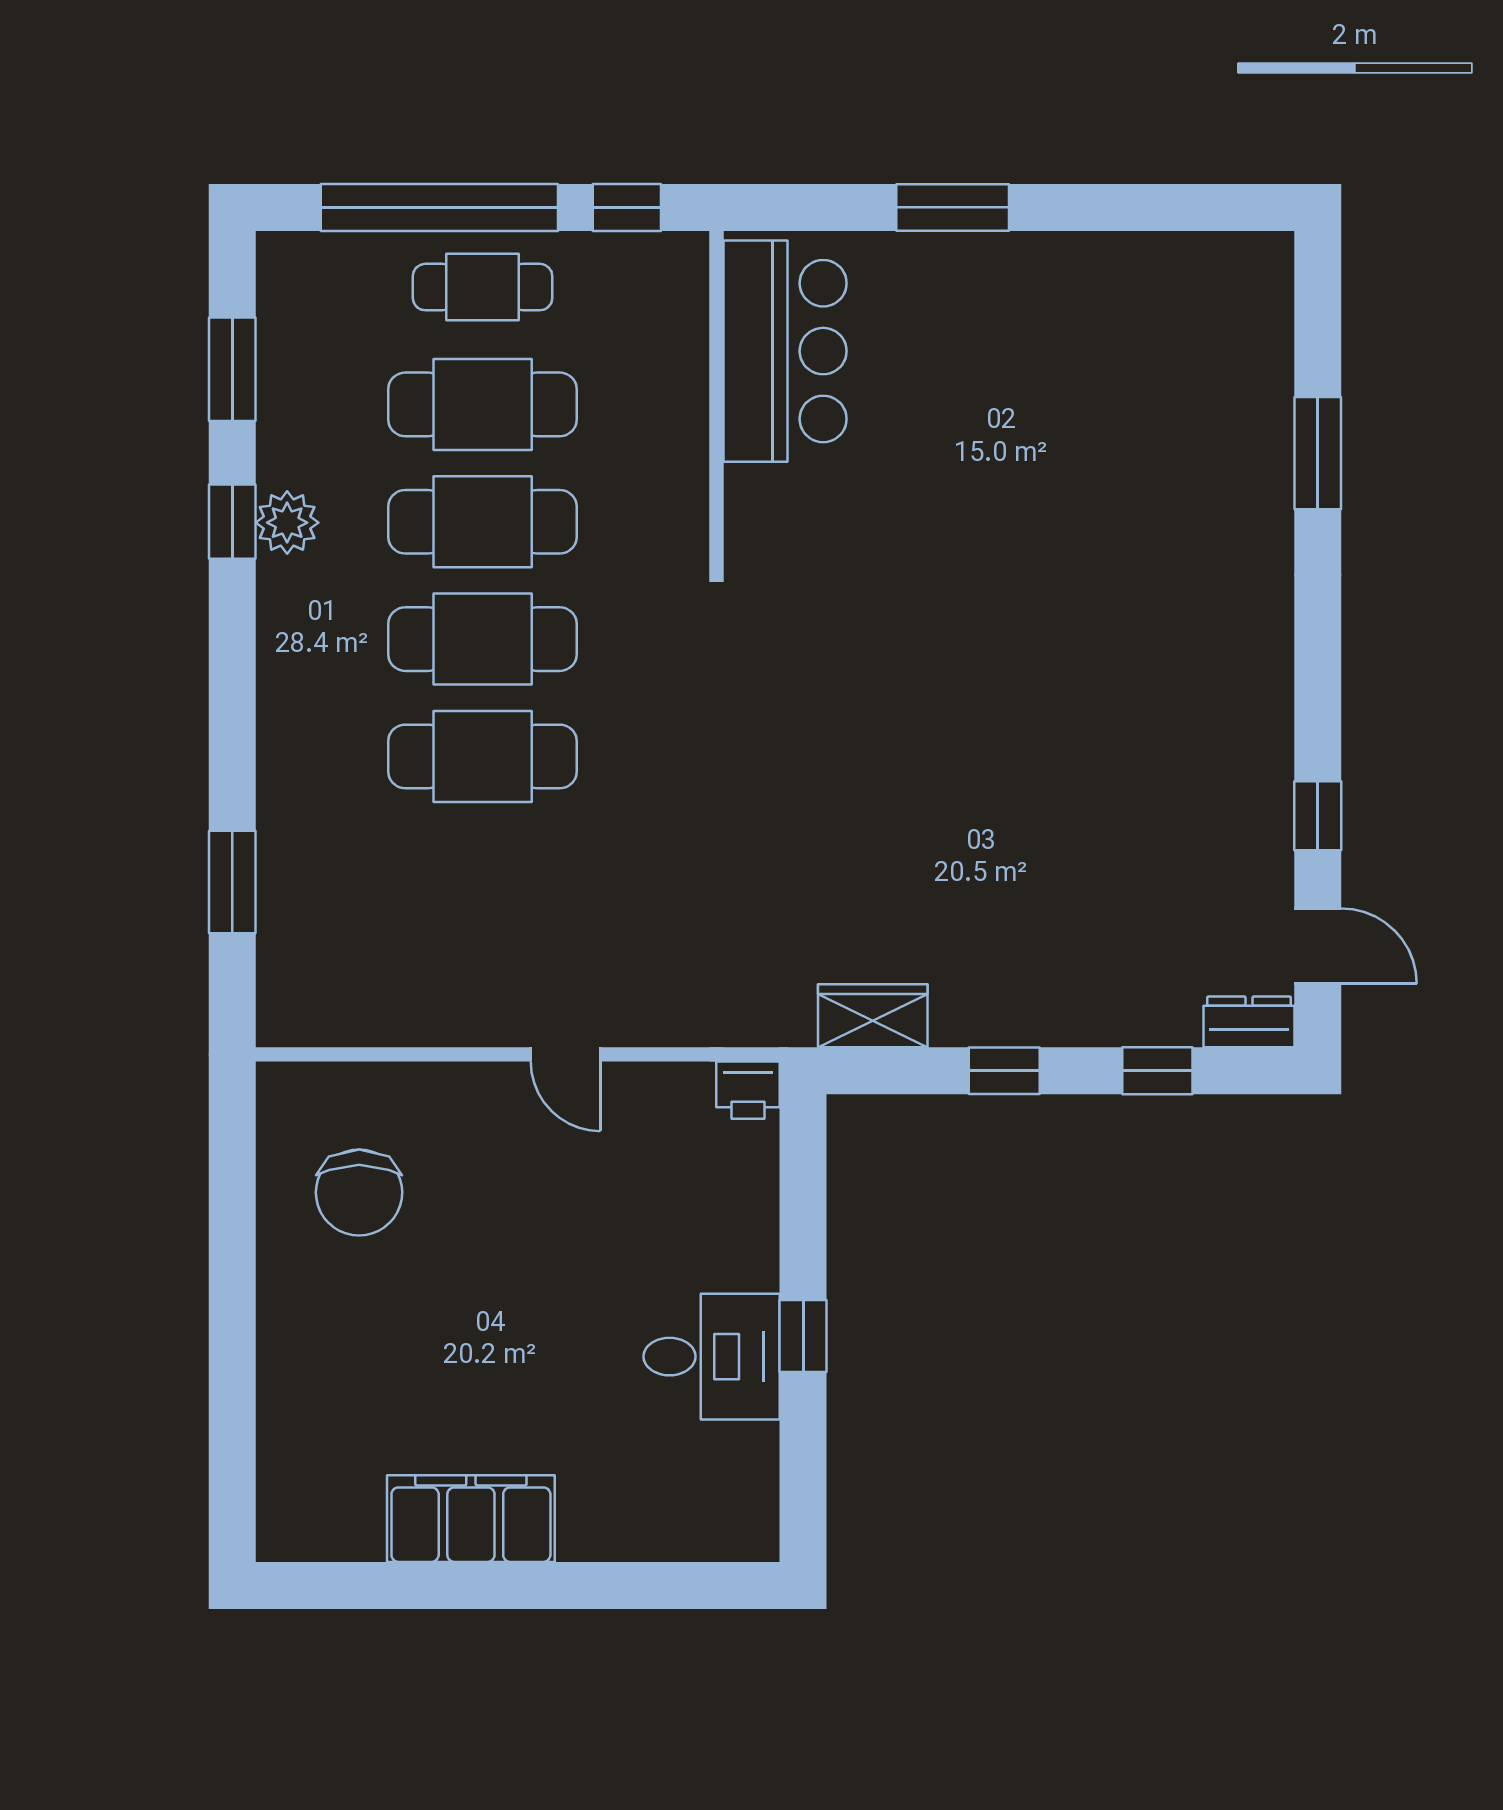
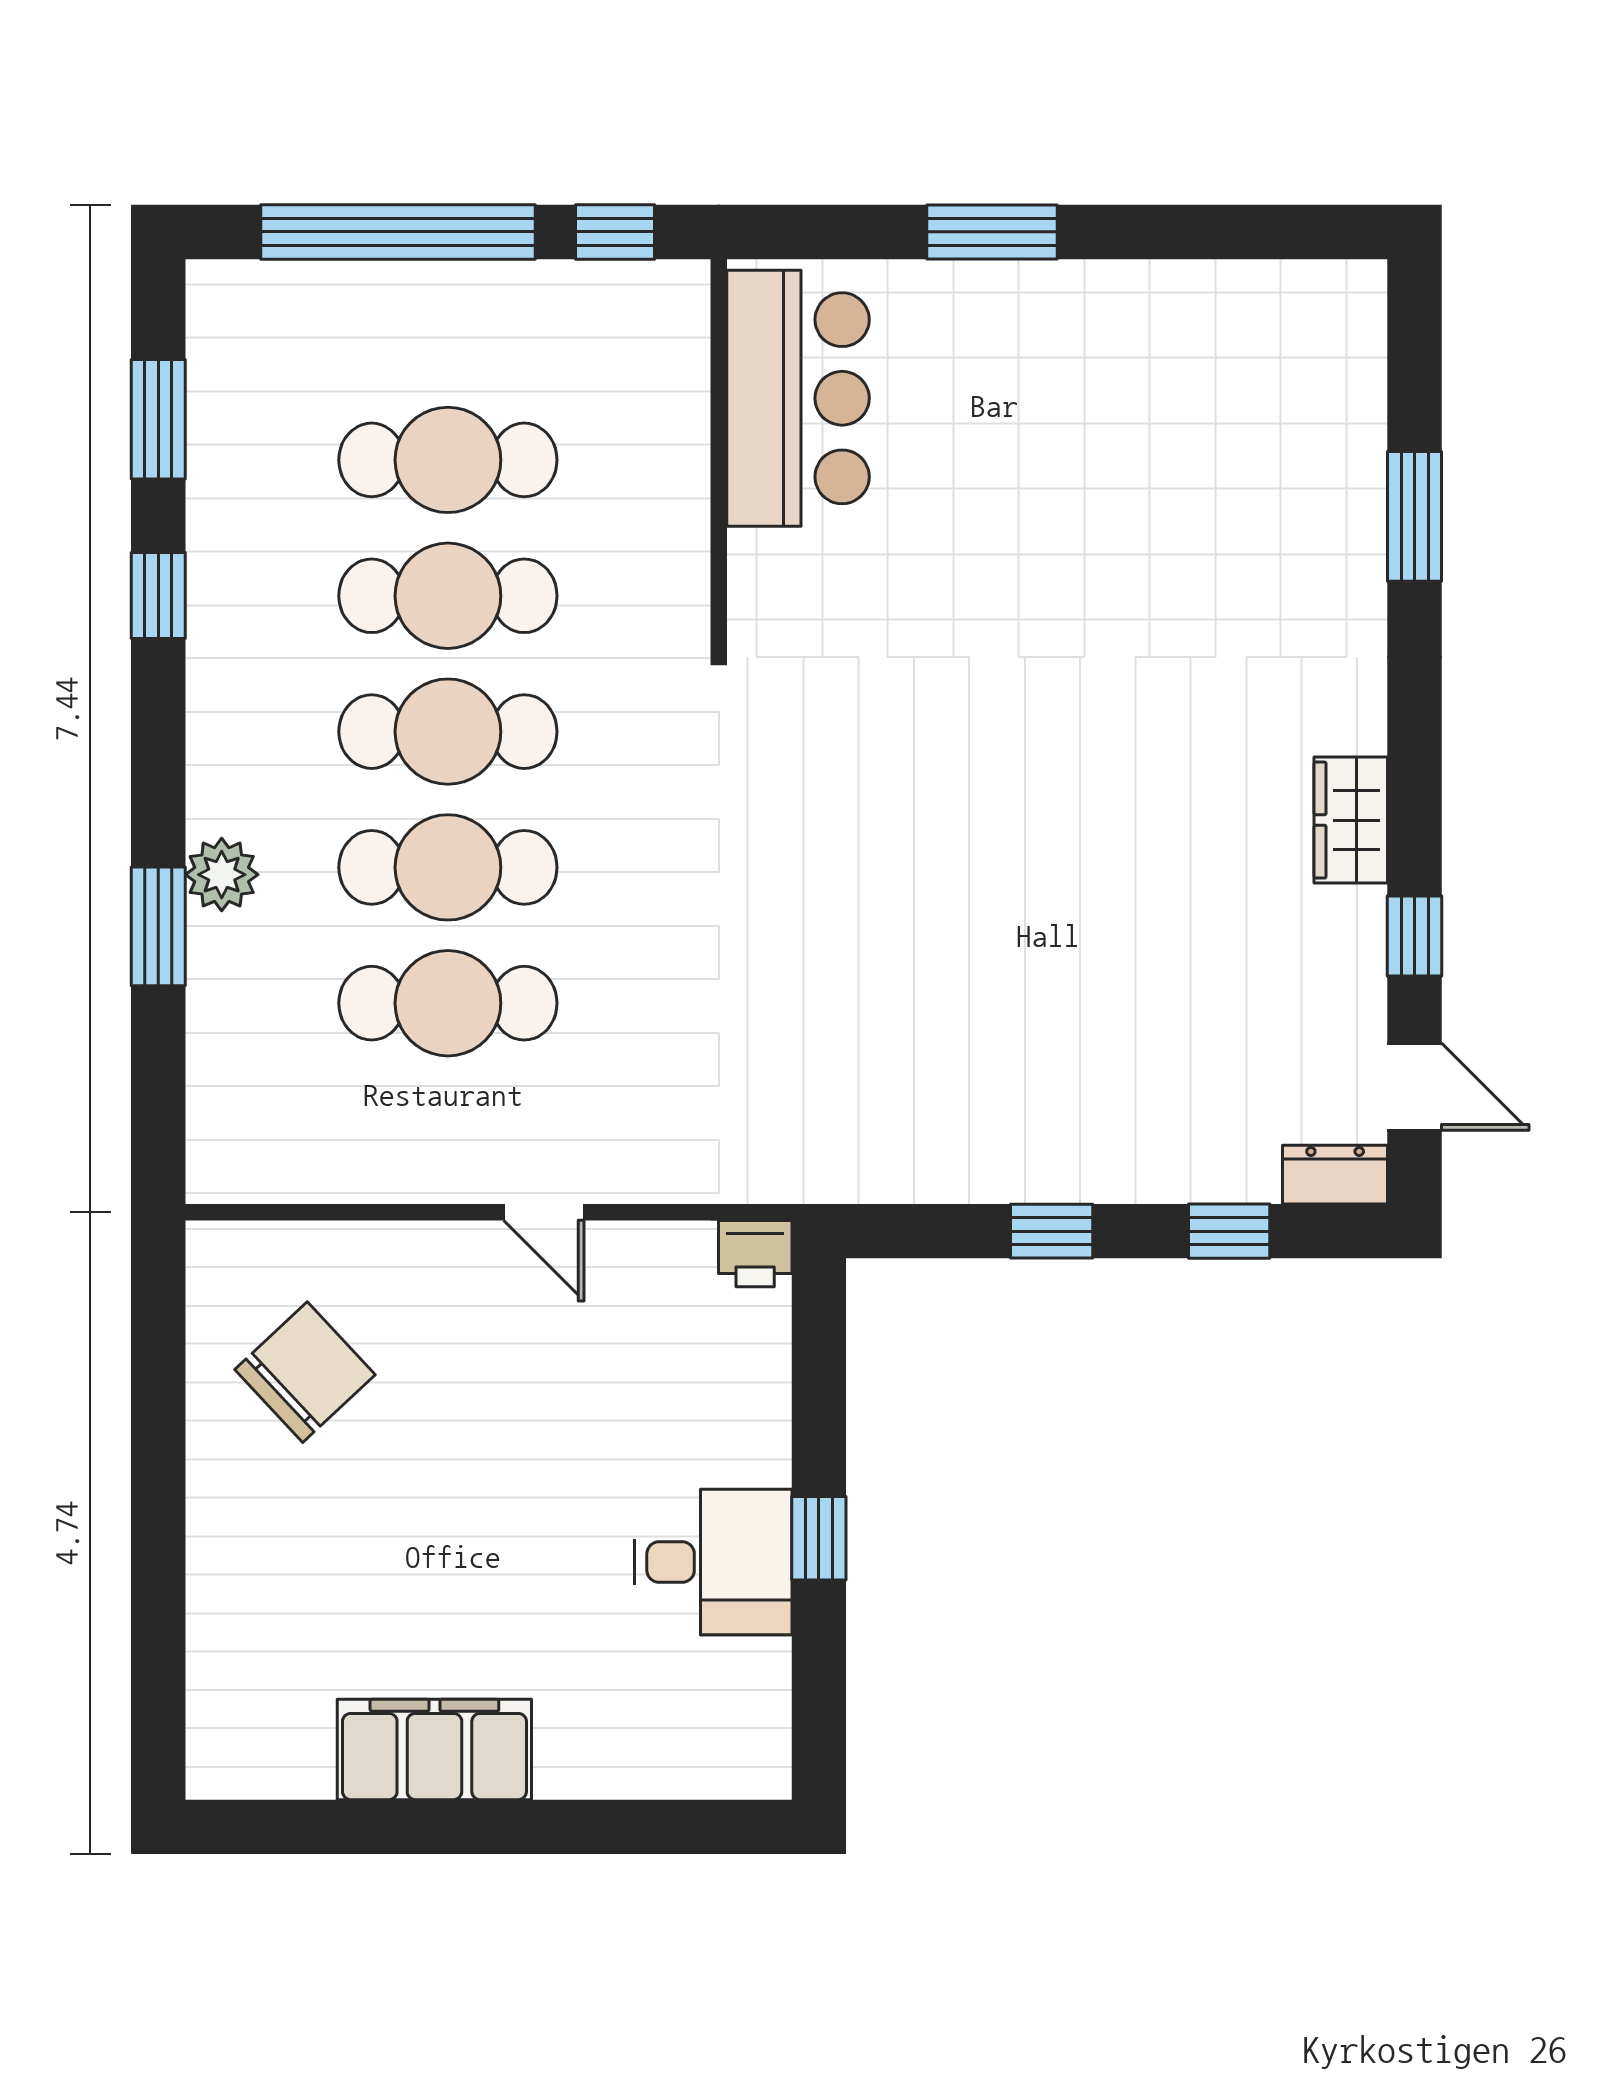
cafe table: (483, 287) -> (448, 1003), moved, width x1.37, depth x1.35
plant: (287, 523) -> (222, 875), moved
window: (232, 882) -> (158, 926), moved
wardrobe: (873, 1016) -> (1351, 820), moved, turned -90
chair: (359, 1192) -> (305, 1372), turned -133

